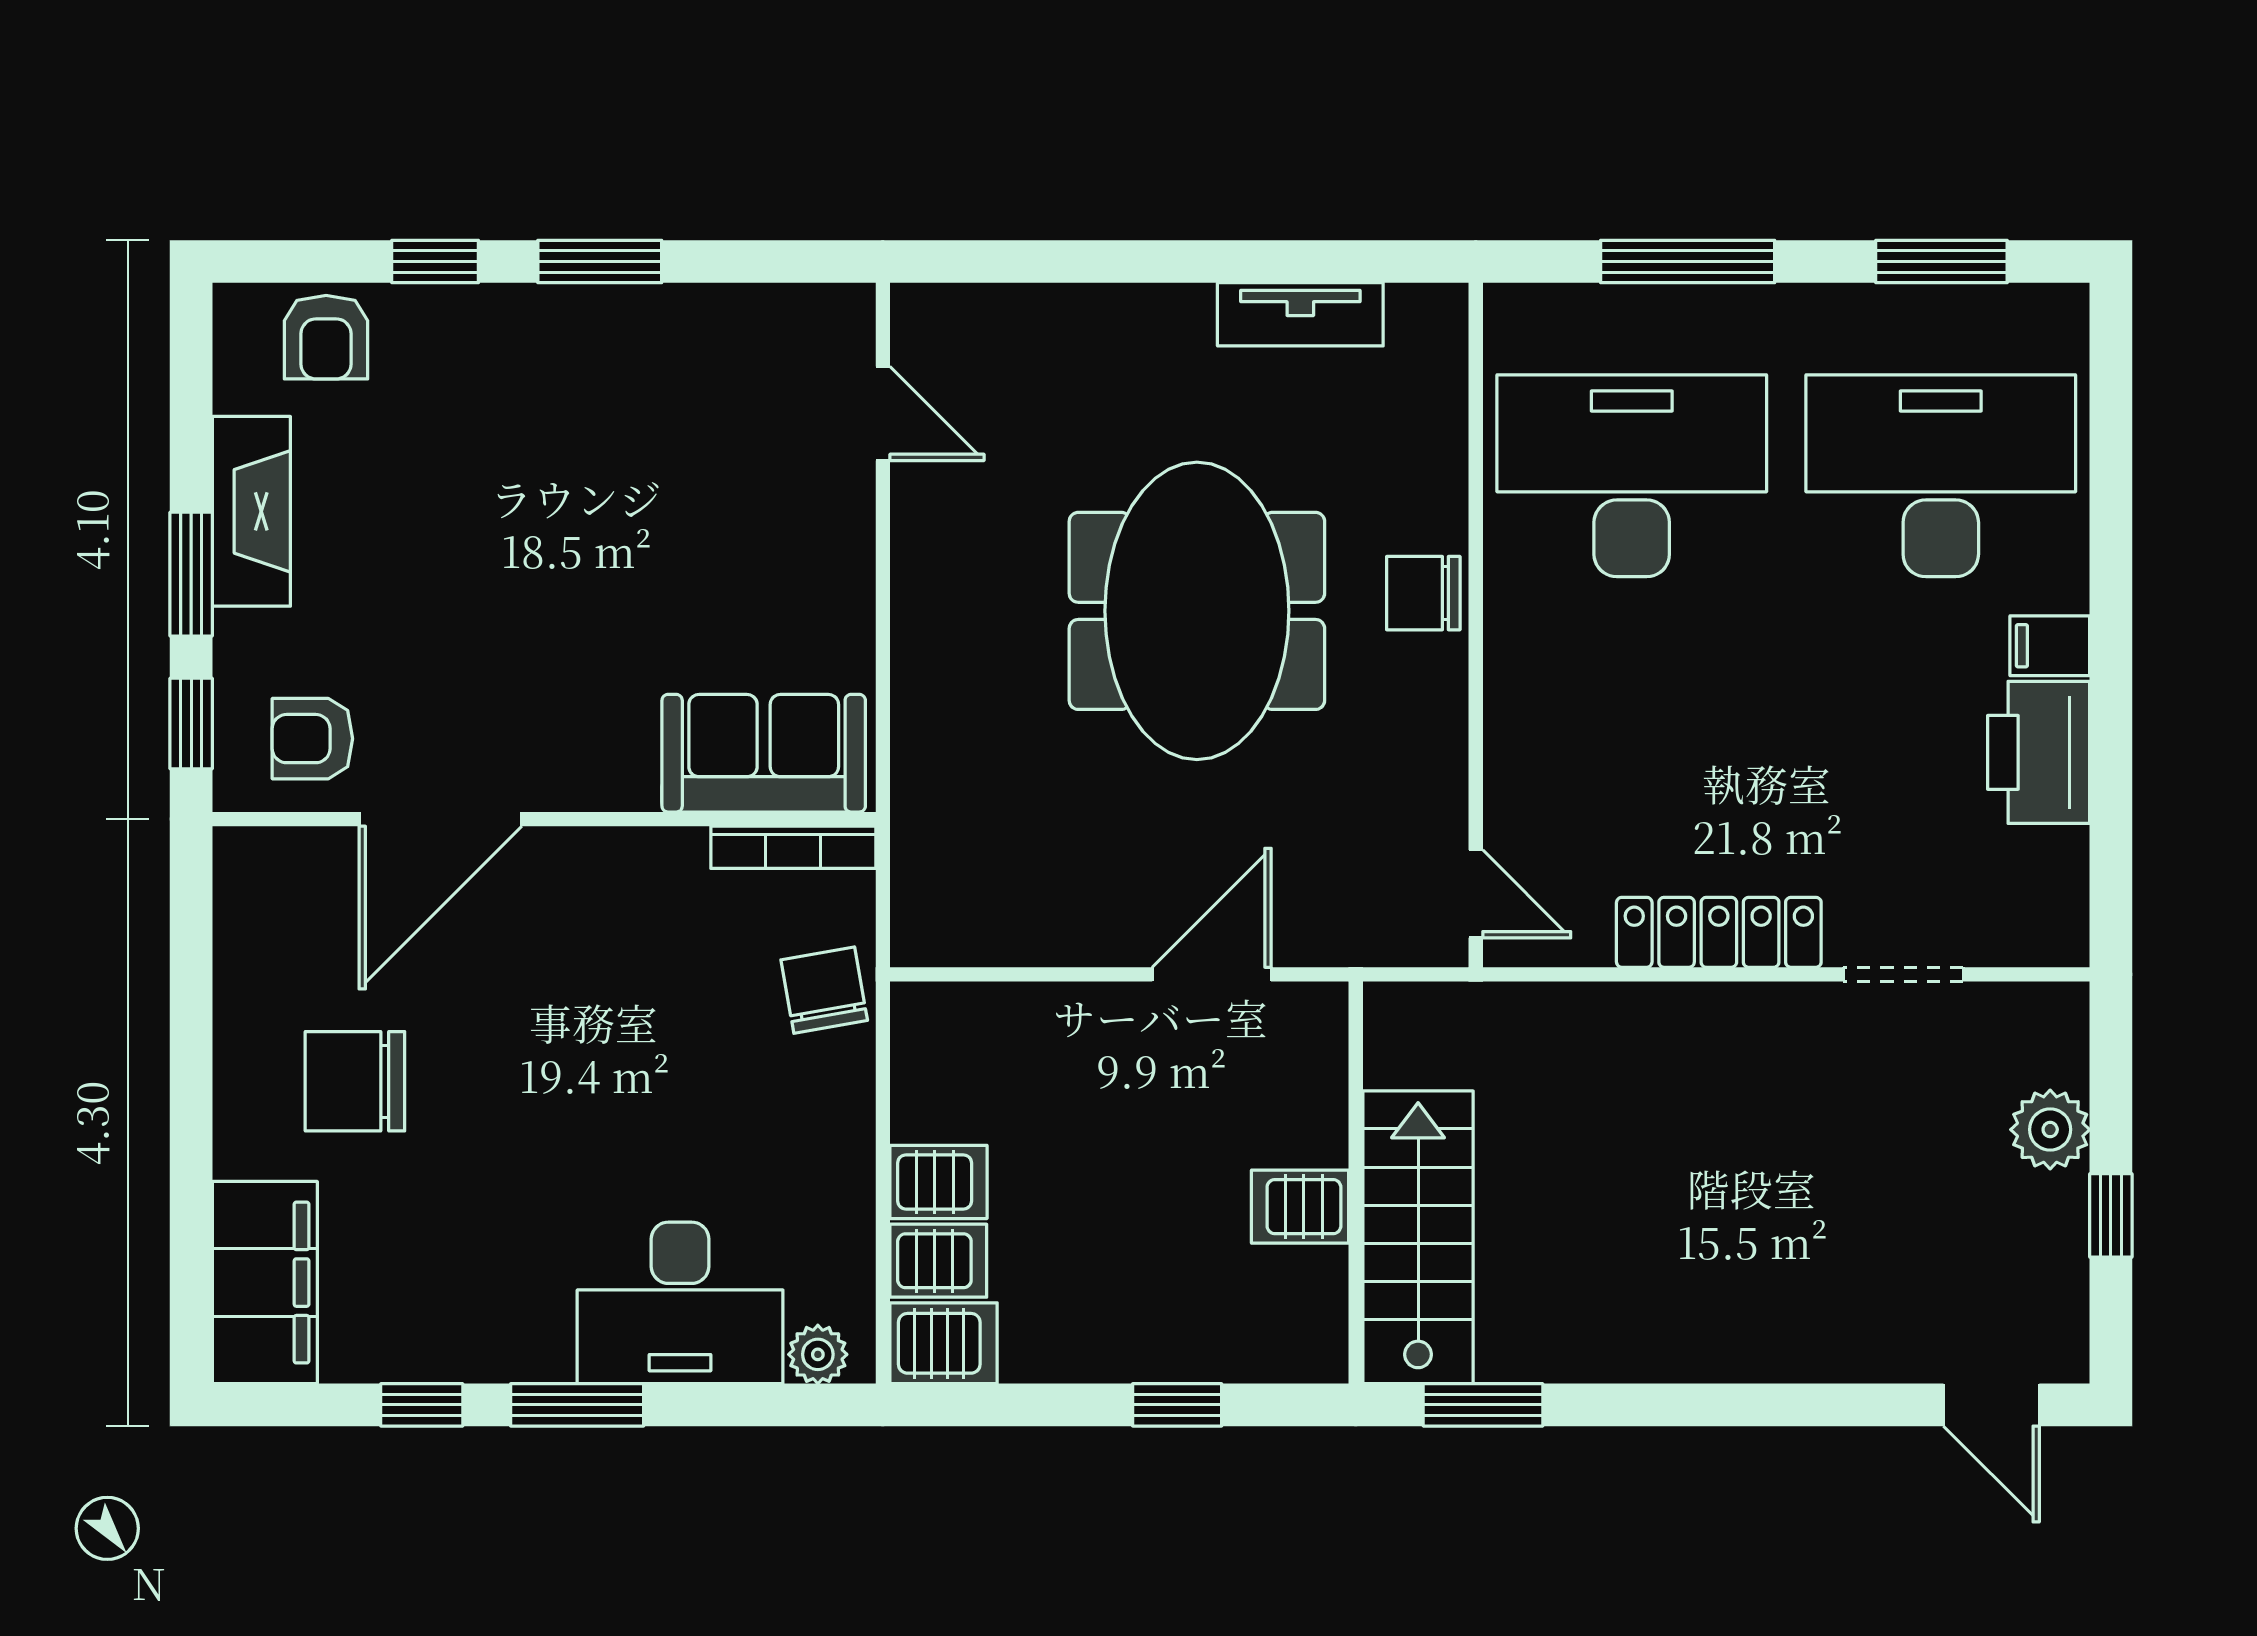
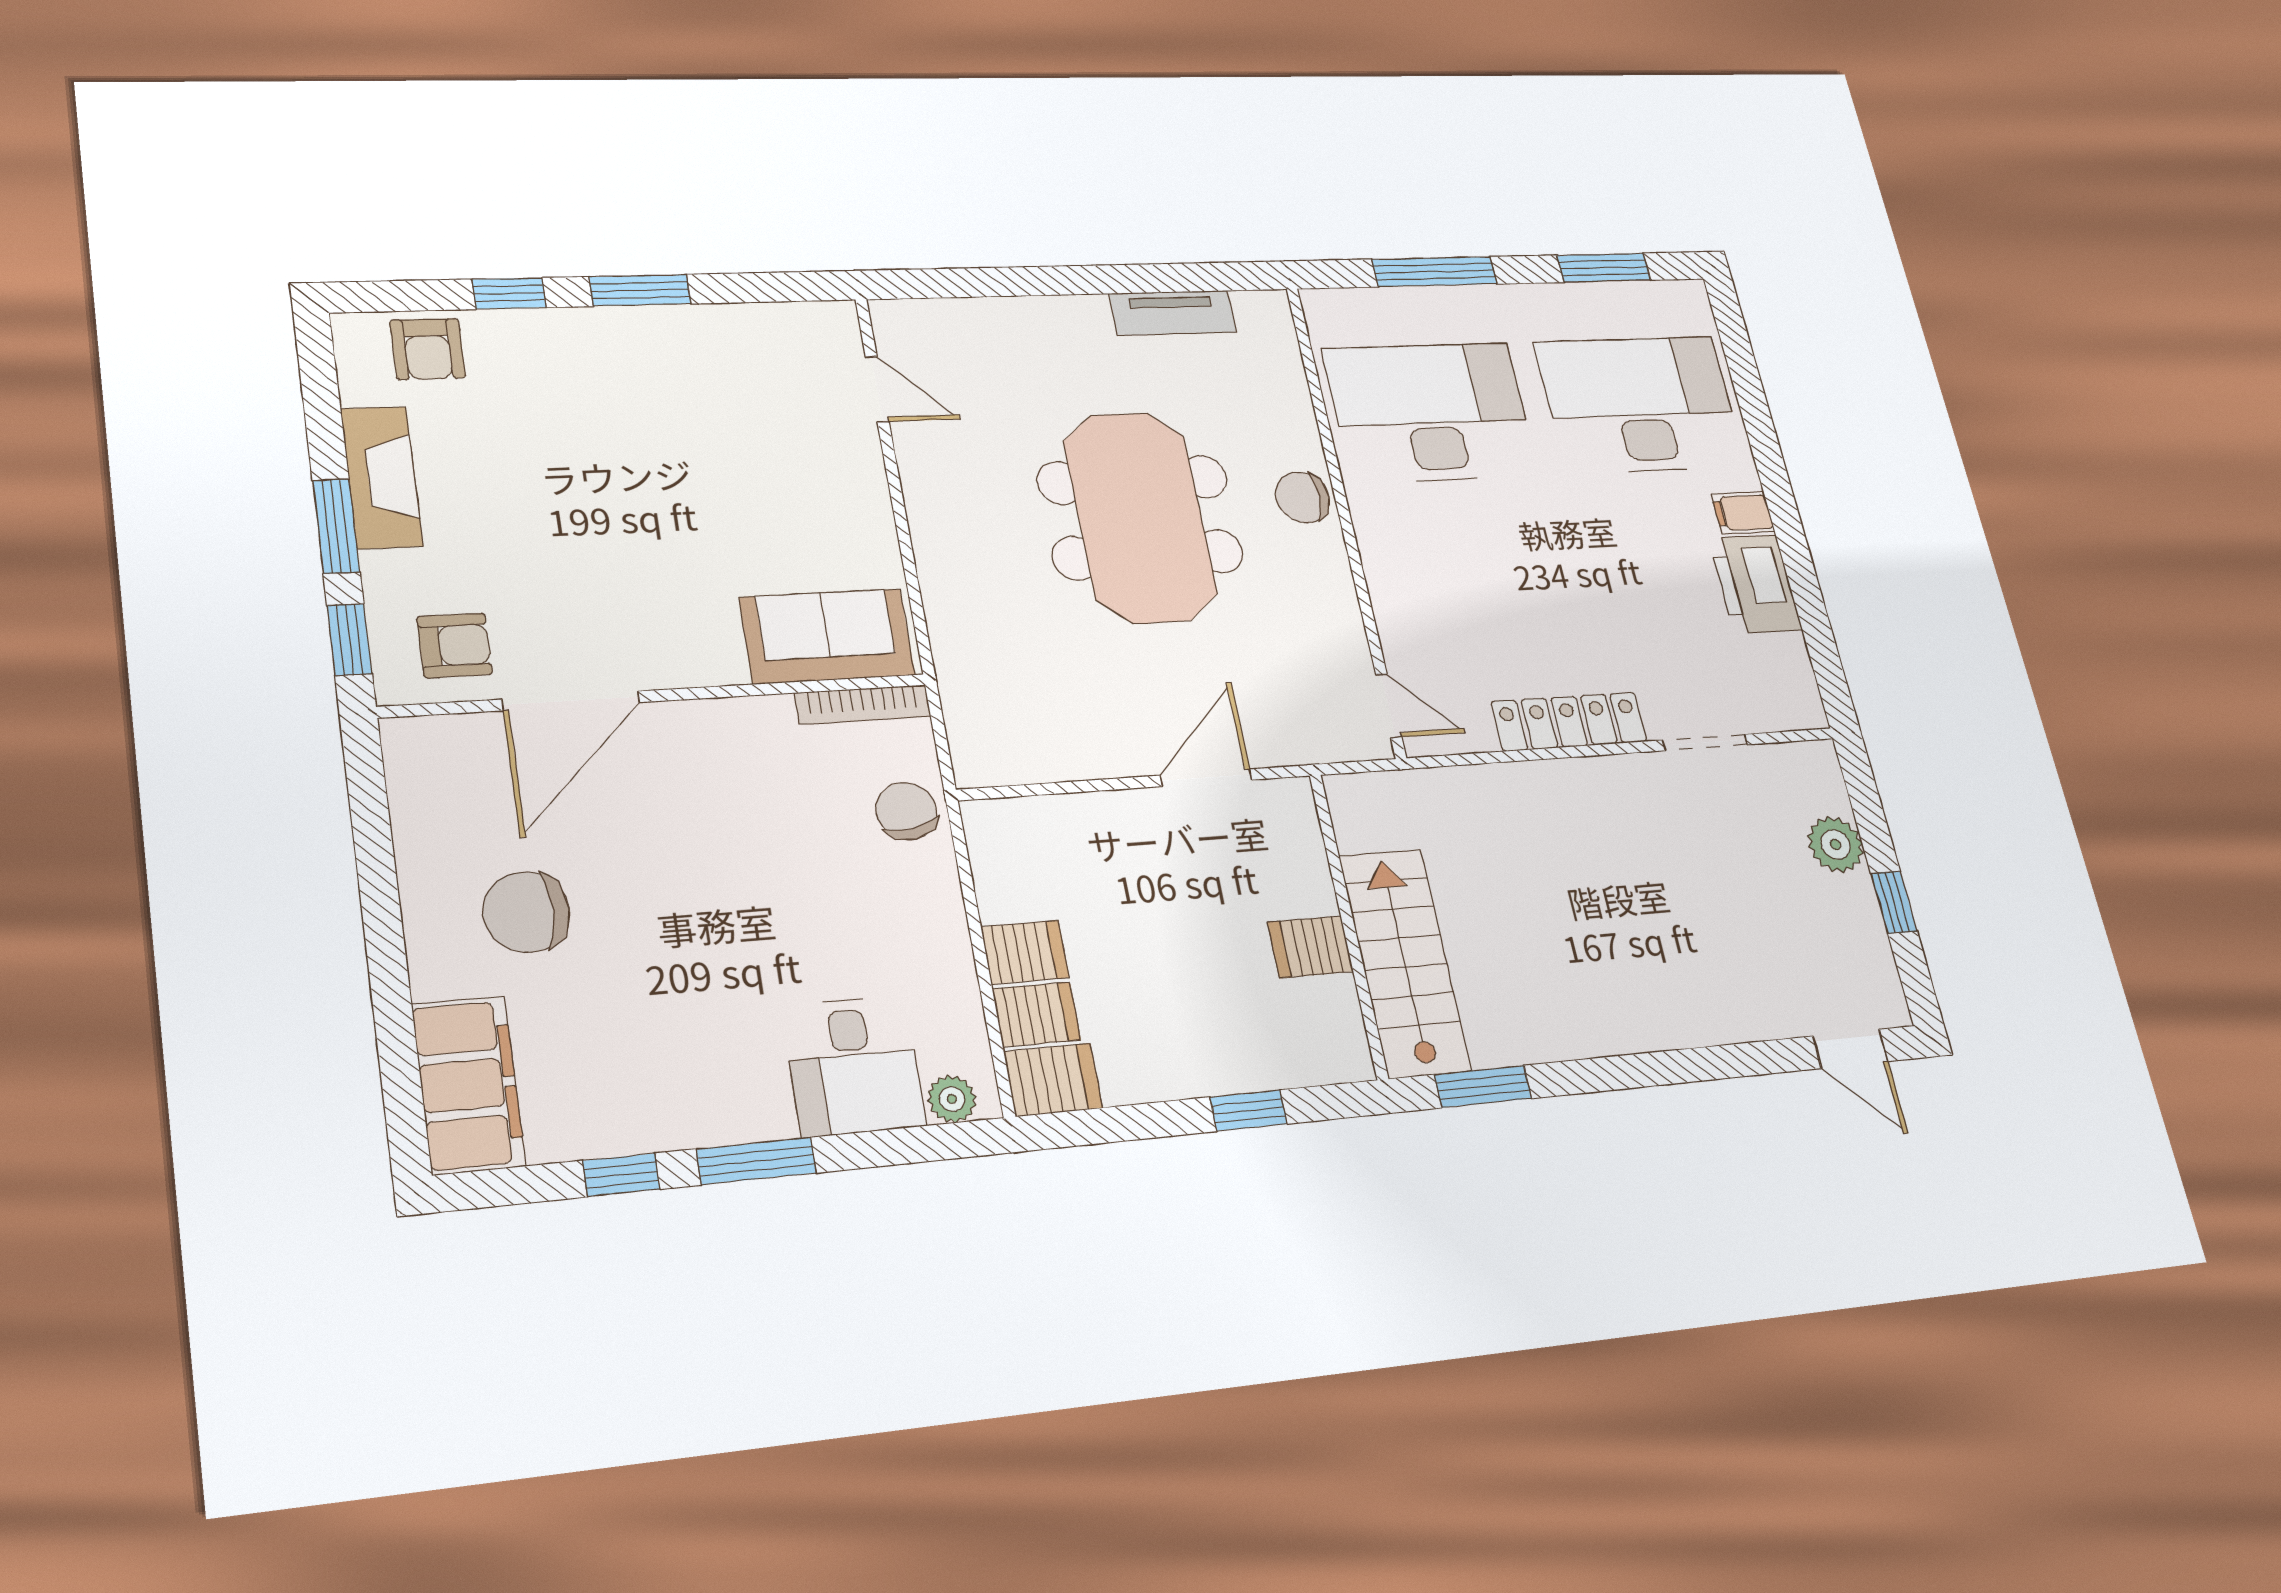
armchair: (312, 739) -> (455, 645), turned 180
desk: (680, 1303) -> (854, 1066), width x0.73

